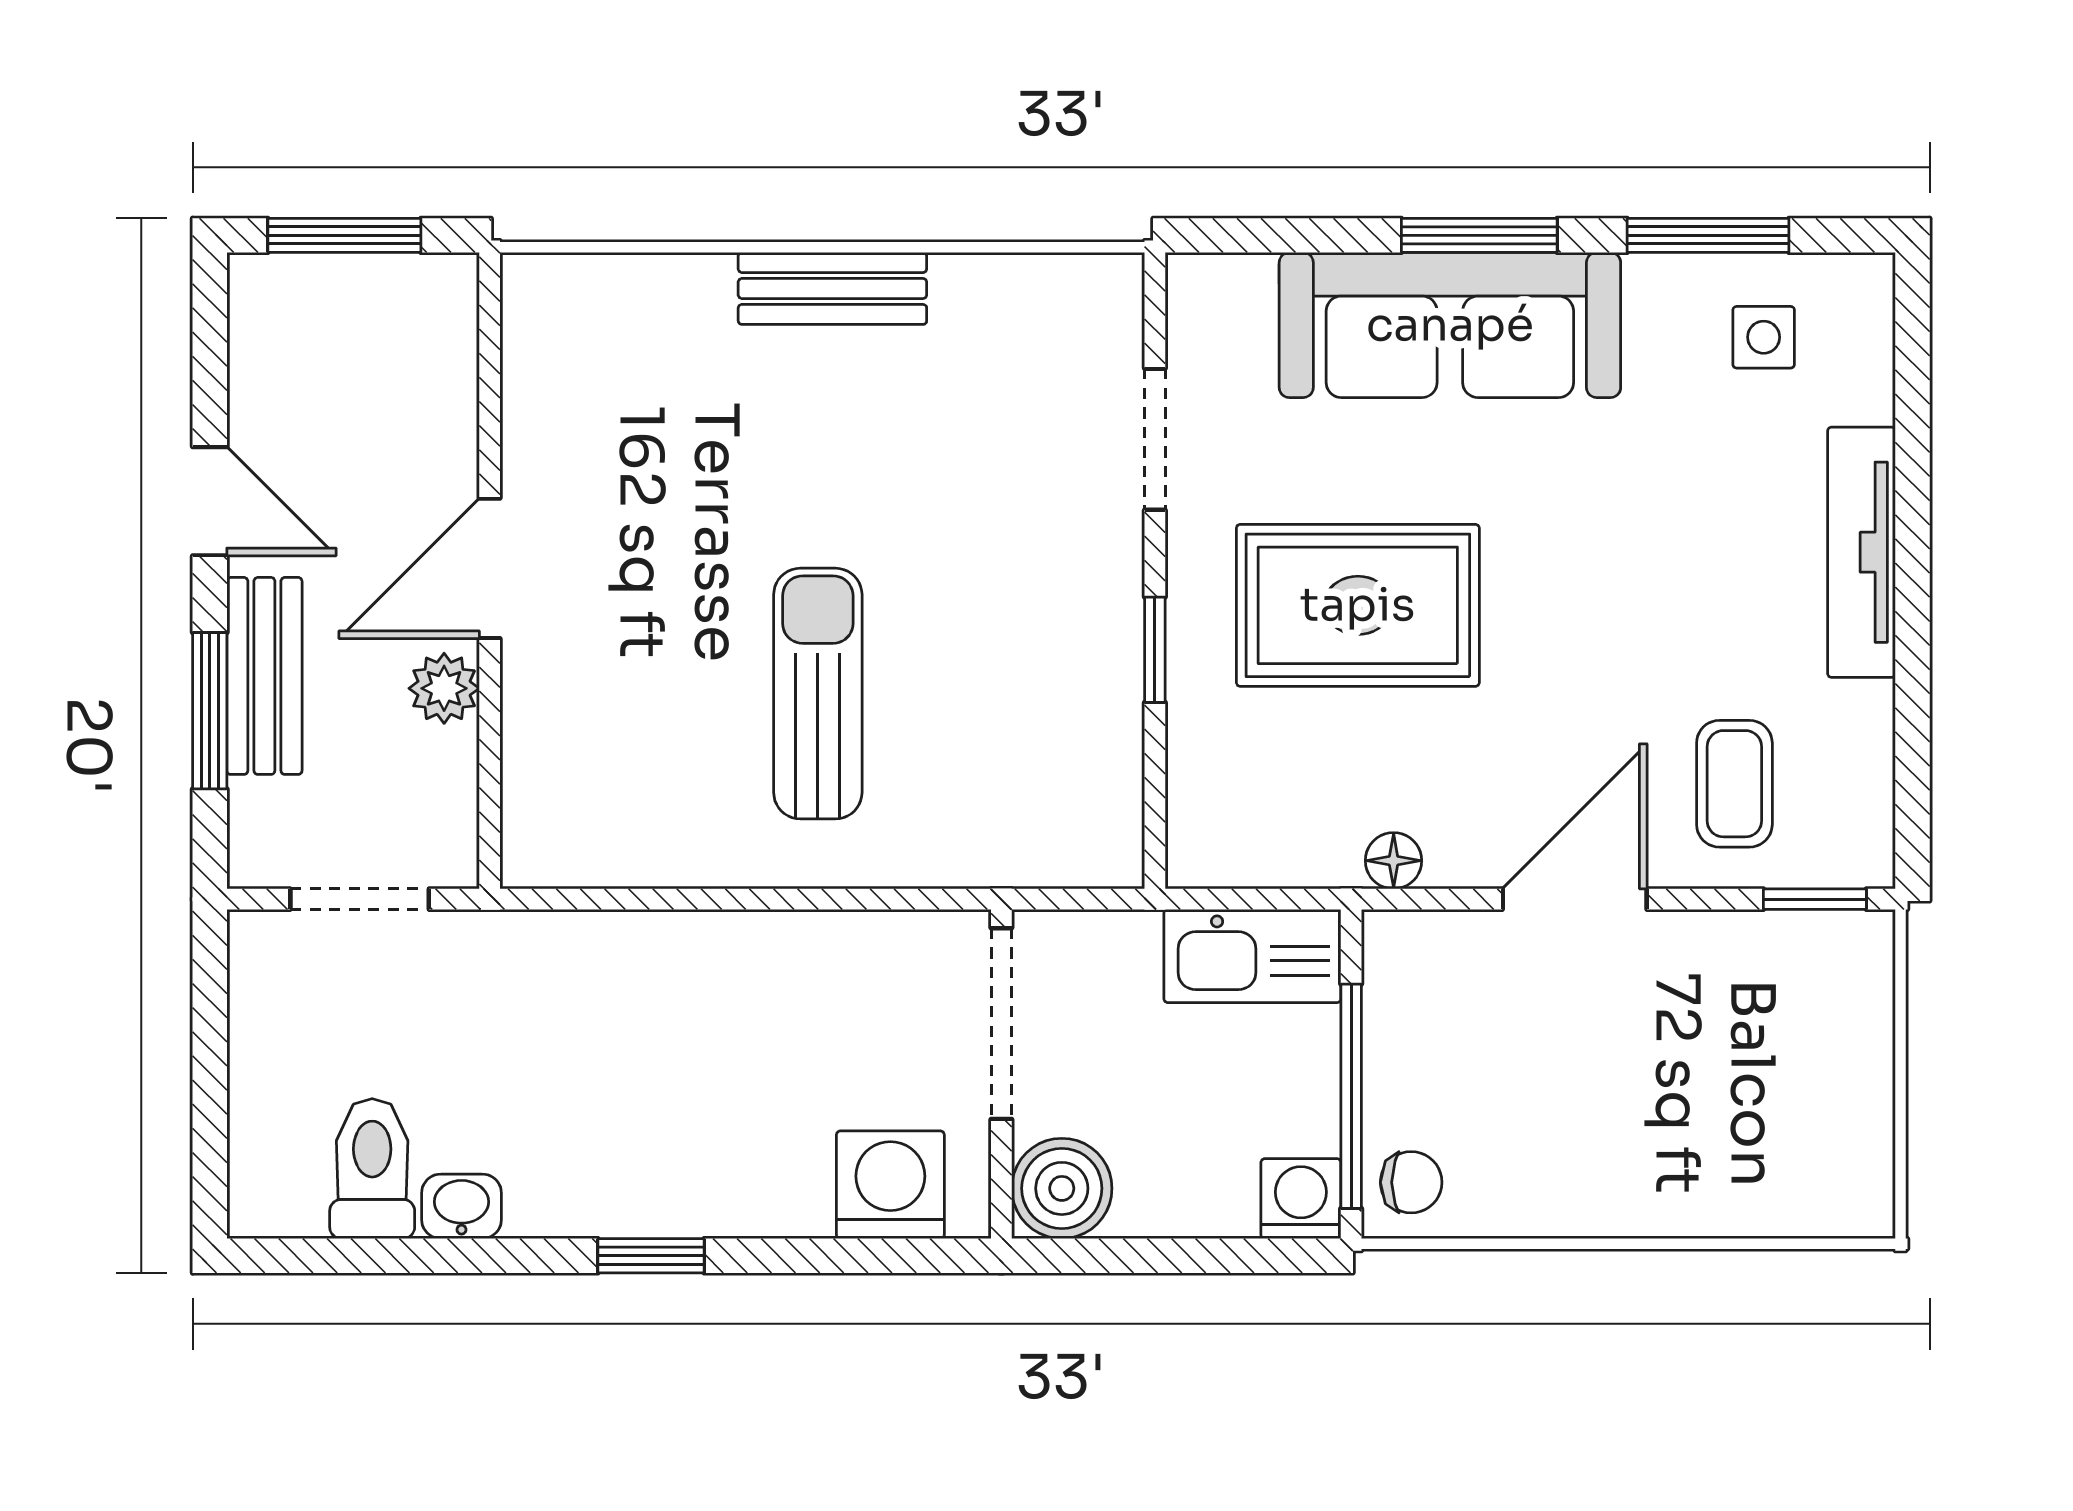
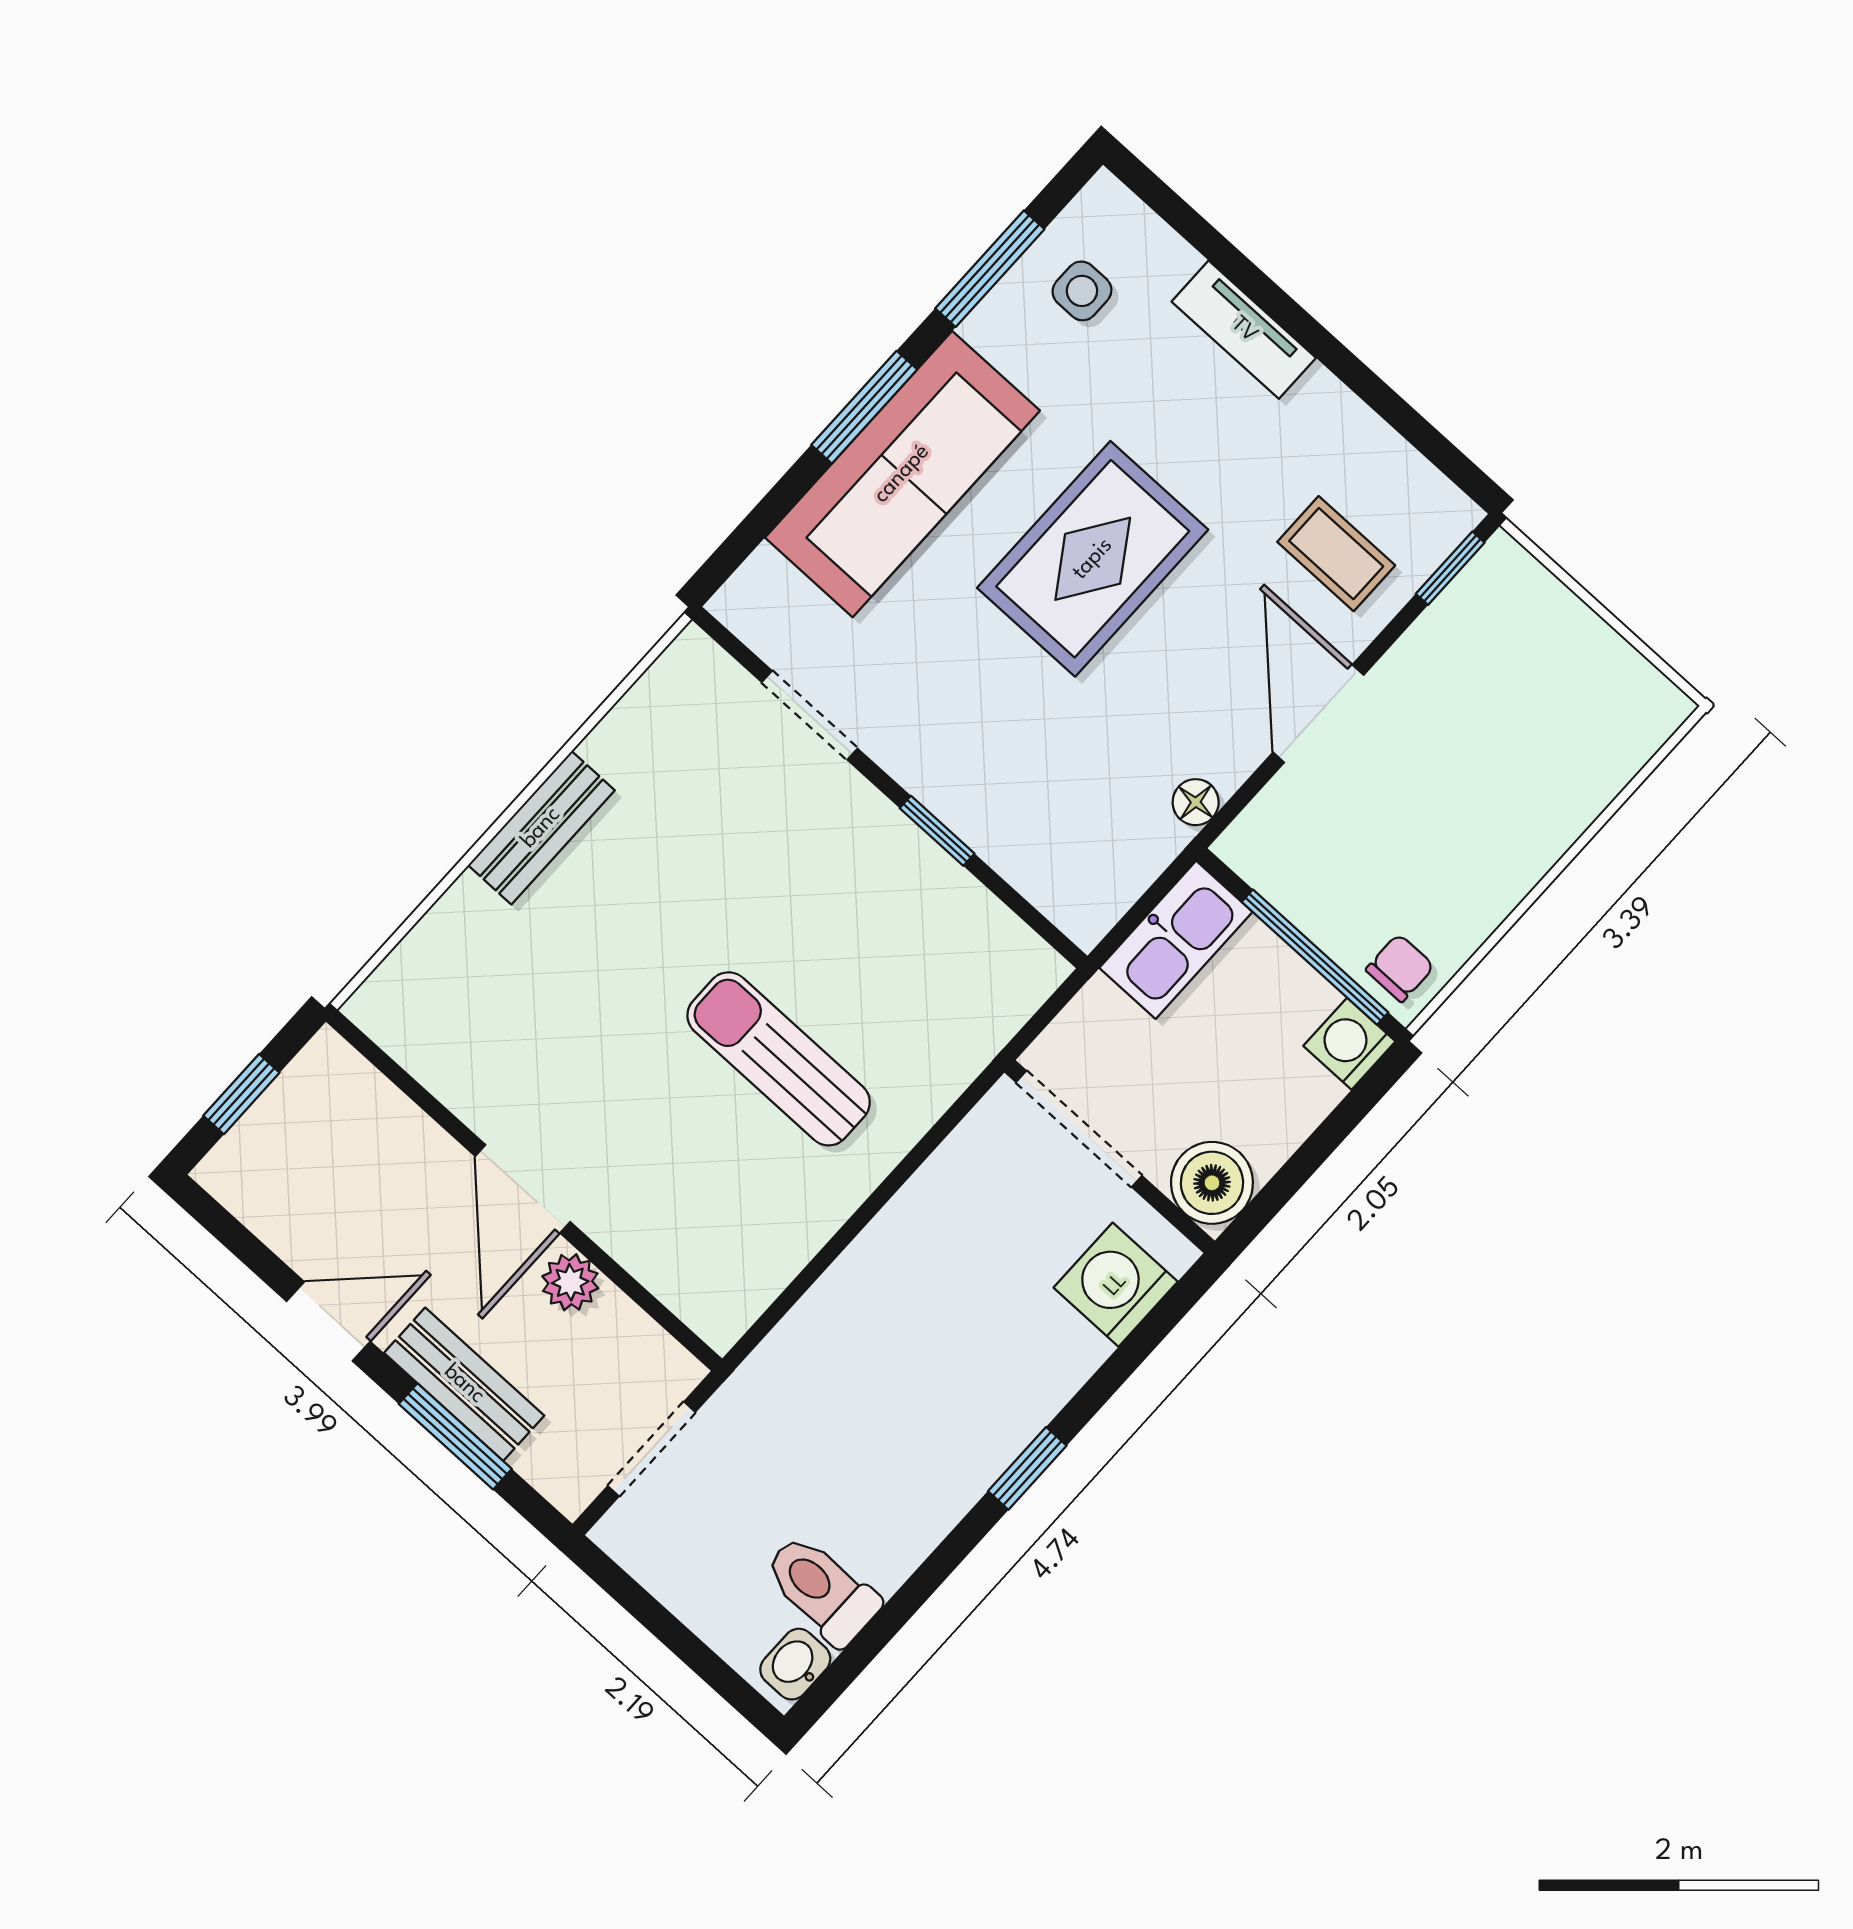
window: (344, 235) -> (241, 1094), width x0.67
tv unit: (1861, 552) -> (1244, 330), width x0.71
rug: (1358, 605) -> (1093, 559), moved
washbasin: (462, 1206) -> (795, 1664), moved

